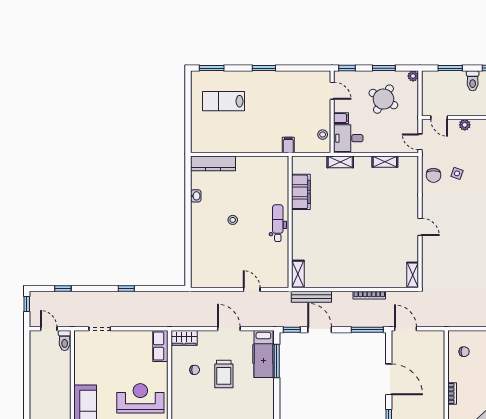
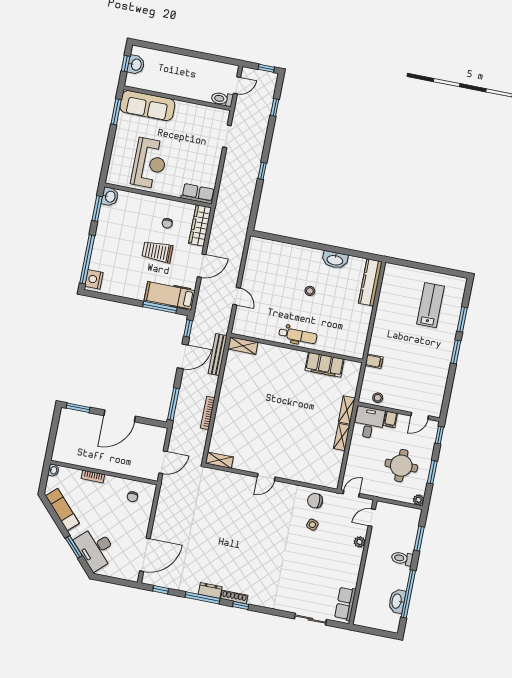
window: (212, 68) -> (462, 319), moved
round table: (383, 99) -> (401, 466), turned -30
shelving: (385, 162) -> (342, 437), moved
washbasin: (196, 196) -> (335, 260), width x1.91, depth x1.45
door: (252, 289) -> (237, 296), hinge flipped
door: (406, 329) -> (163, 462), moved
wardrobe: (184, 338) -> (200, 225), width x1.50

